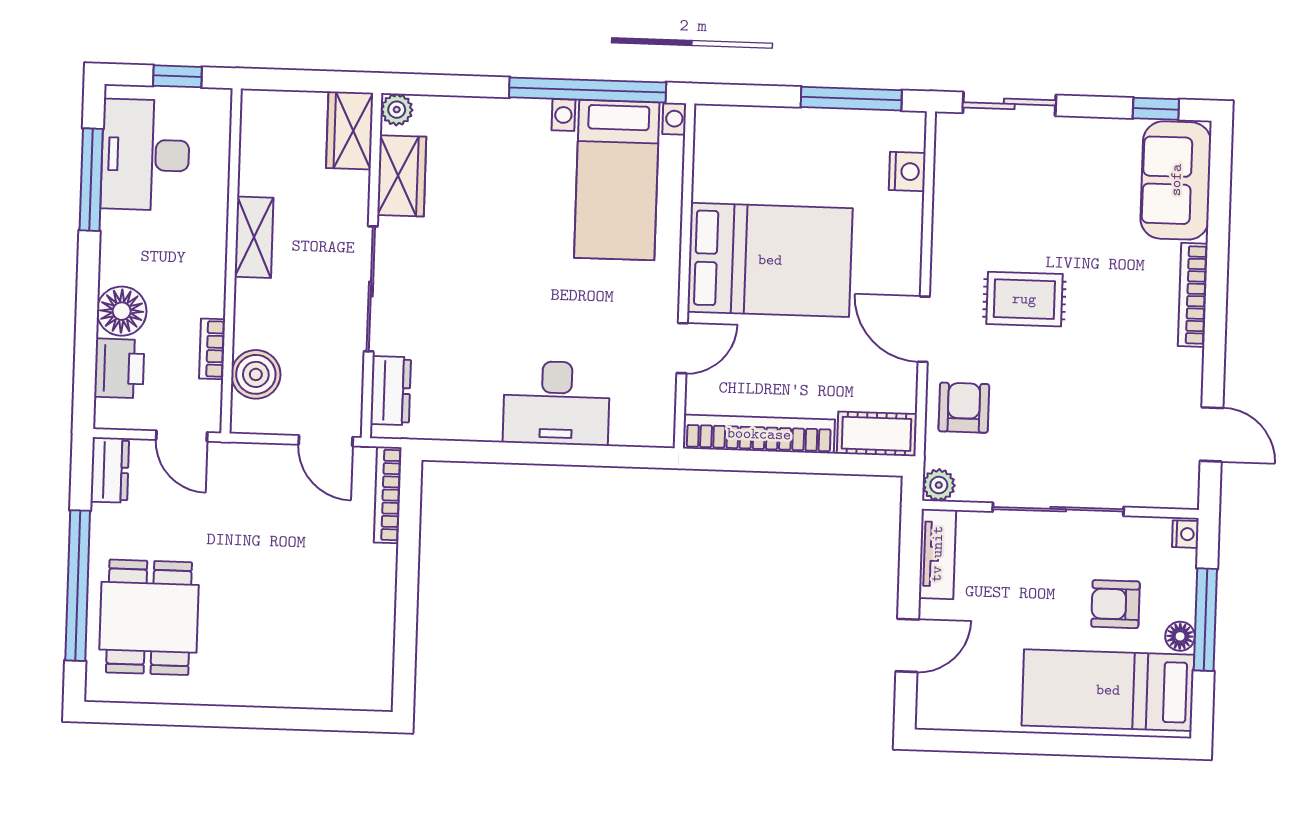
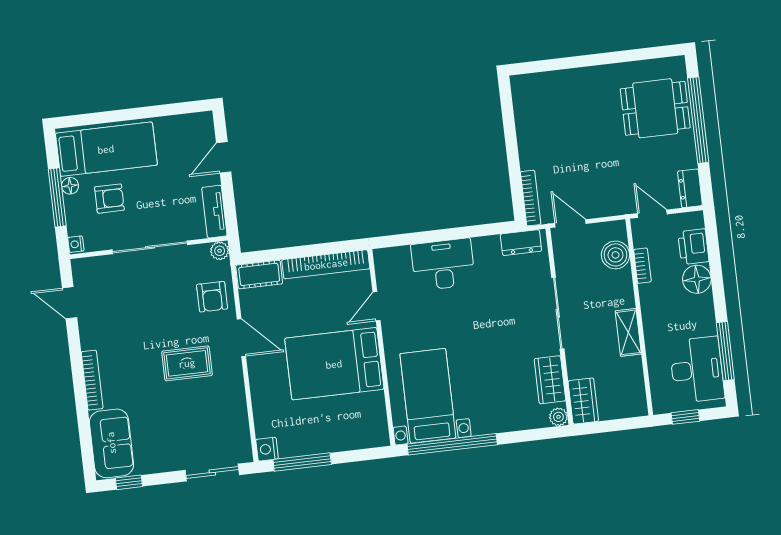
nightstand: (907, 171) -> (267, 449), moved
dresser: (391, 391) -> (521, 243), moved, turned -90
dining table: (149, 617) -> (655, 108), turned 90

